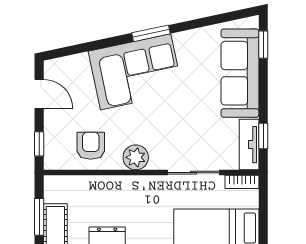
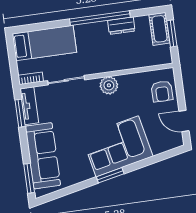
window: (263, 45) -> (29, 178), width x1.50
window: (263, 136) -> (20, 113), width x1.50
window: (39, 144) -> (179, 85), removed
armchair: (91, 146) -> (162, 91), moved

